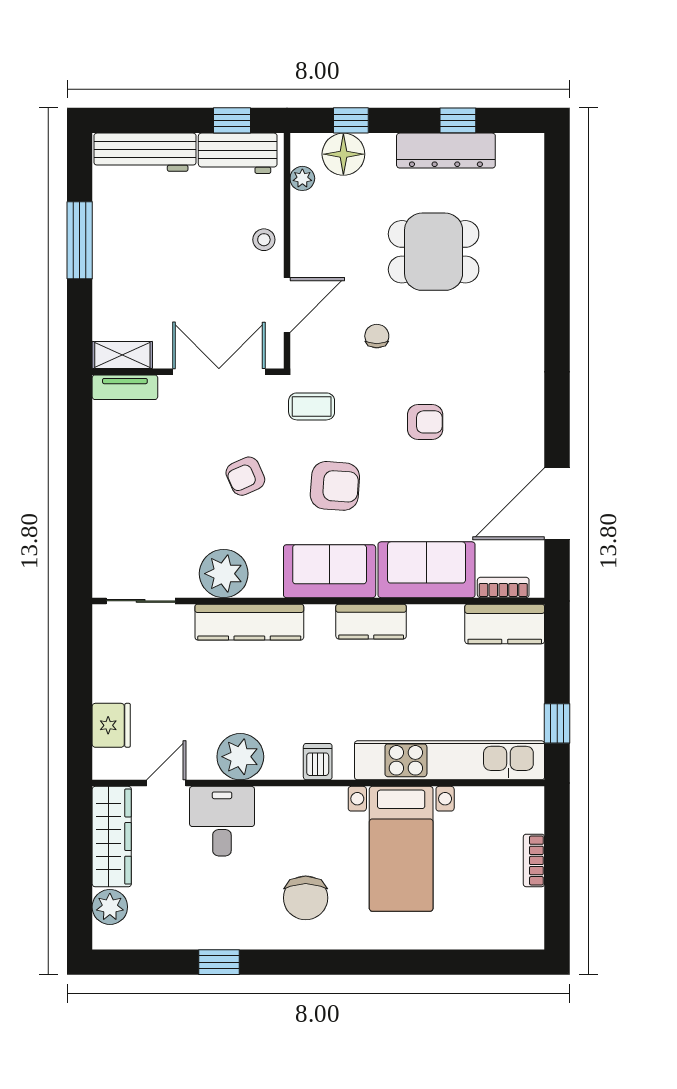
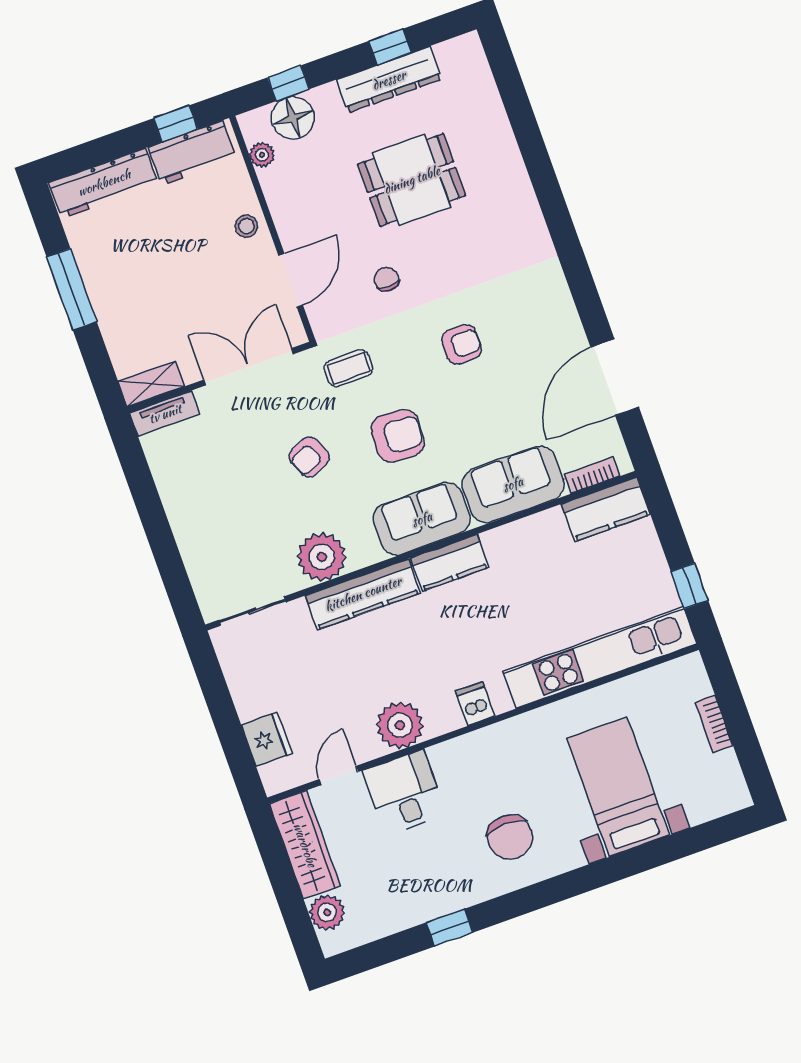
kitchen counter: (371, 622) -> (450, 563), moved
bed with nightstands: (401, 849) -> (618, 787), moved, turned 180

